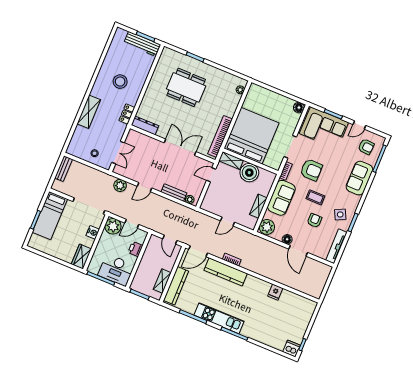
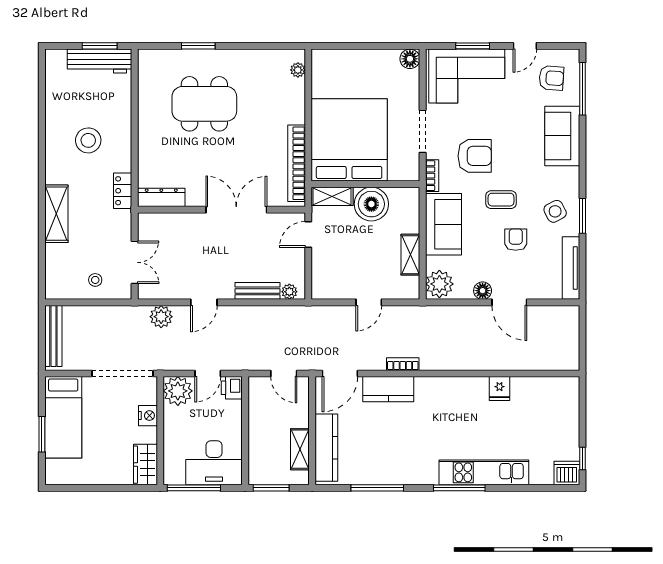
bench: (64, 169) -> (53, 336), width x1.36
printer: (135, 249) -> (232, 388), moved
kitchen counter: (226, 272) -> (388, 389), width x0.67
kitchen unit: (219, 318) -> (484, 472), moved

